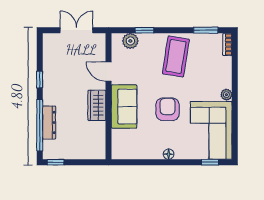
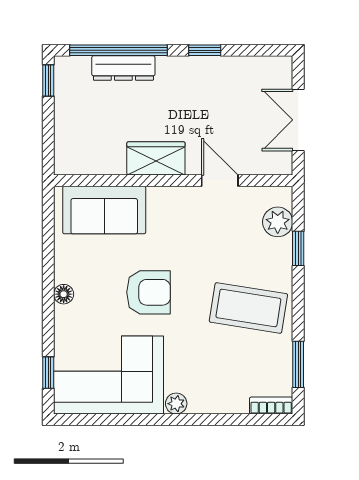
double door: (76, 30) -> (298, 120), swing flipped
door: (109, 72) -> (220, 181), hinge flipped
sofa: (124, 106) -> (104, 210), moved

